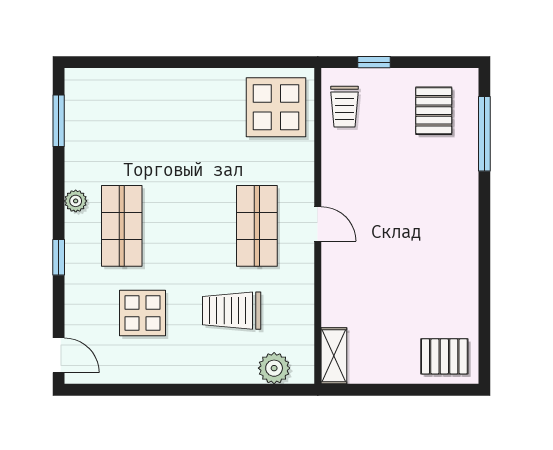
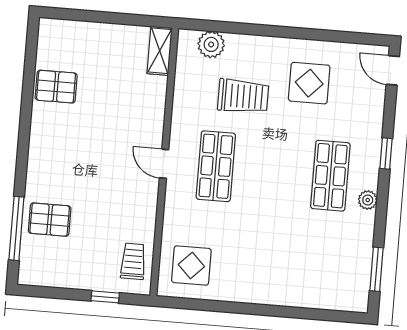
display table: (276, 107) -> (191, 266), width x0.73, depth x0.73
pallet: (434, 111) -> (50, 220), moved, turned 90
display table: (142, 313) -> (309, 83), moved
pallet: (444, 356) -> (56, 87), moved

